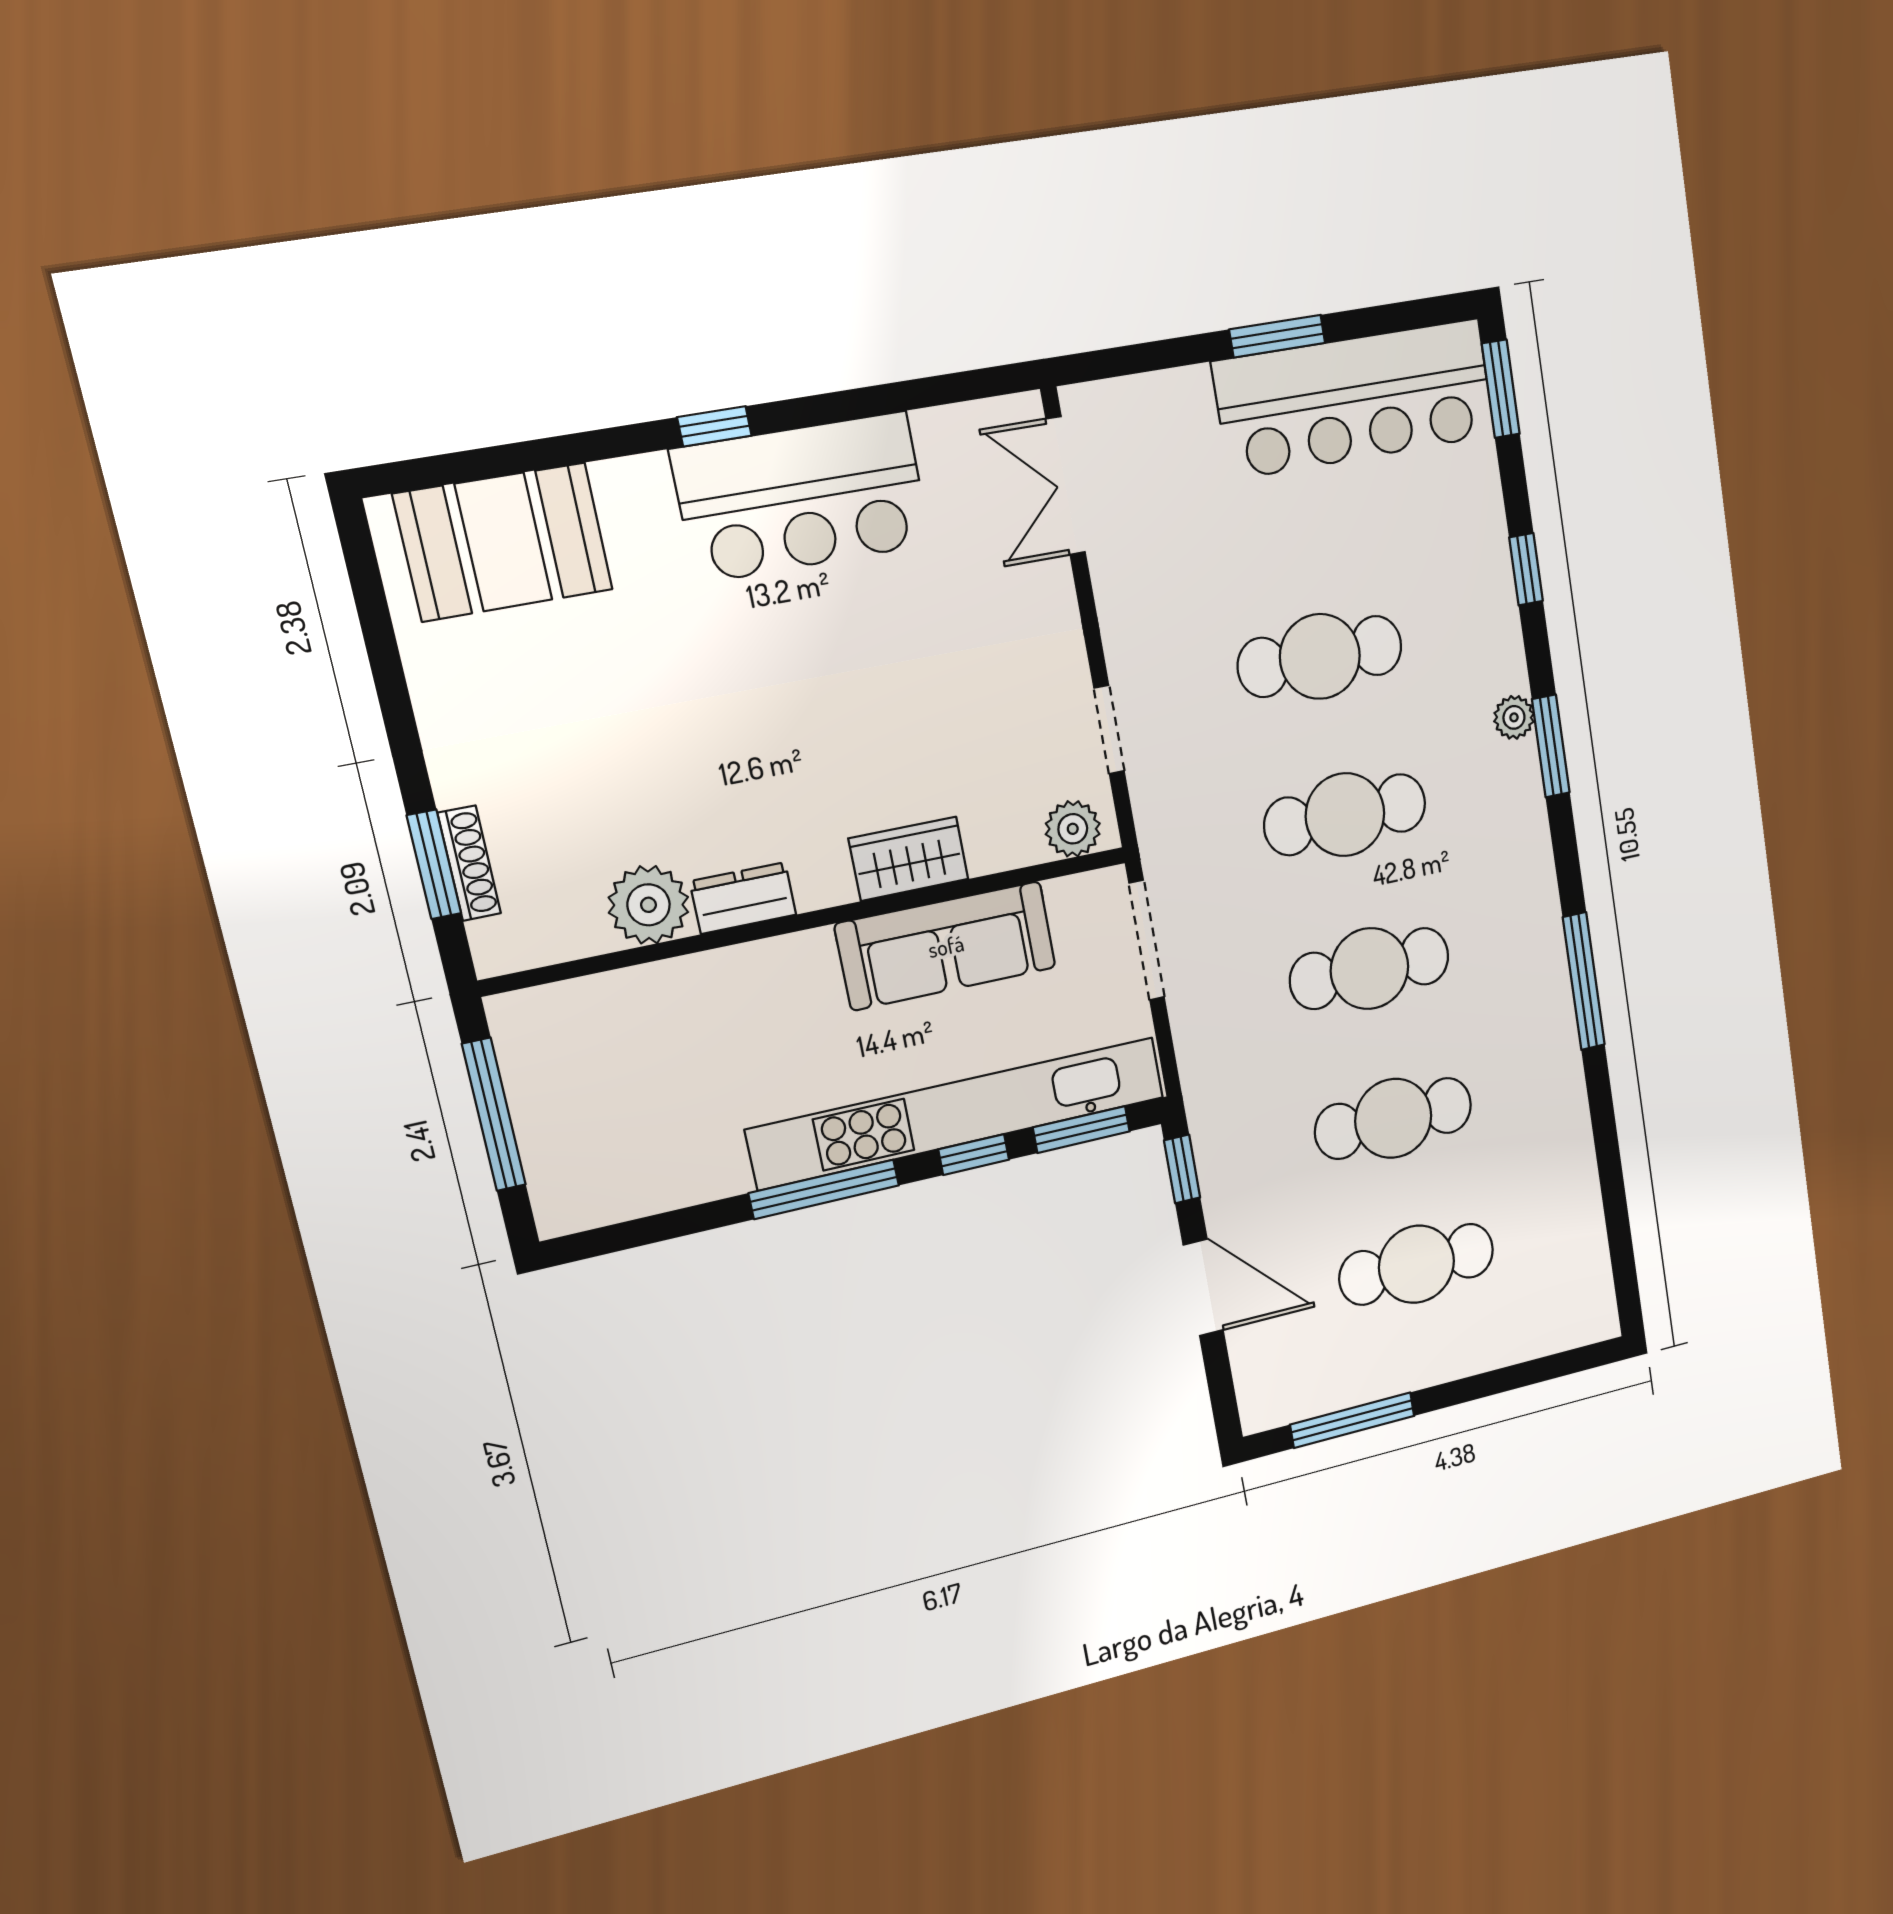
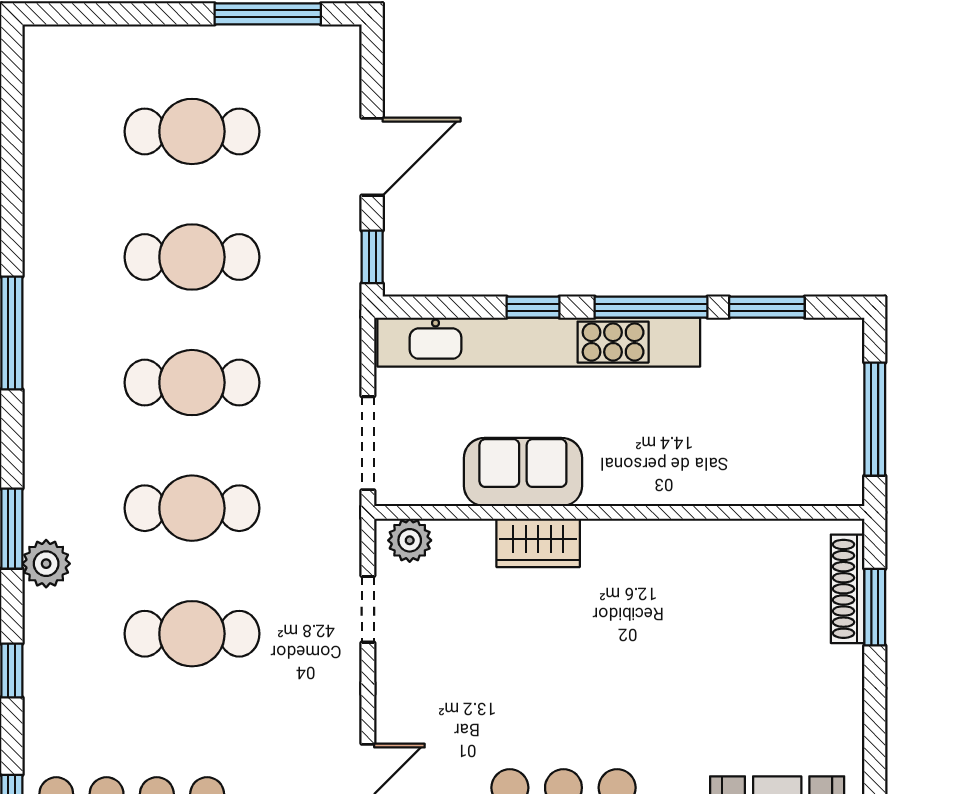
plant: (1514, 717) -> (46, 564), width x1.38, depth x1.38
shoe rack: (469, 863) -> (848, 589), width x1.36, depth x1.24
dresser: (743, 898) -> (665, 539), removed
plant: (648, 905) -> (733, 548), removed
sofa: (946, 946) -> (523, 472), width x0.73
window: (1081, 1129) -> (767, 307), moved
door: (1203, 1288) -> (372, 157), swing flipped

